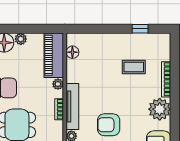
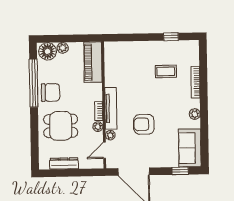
floor lamp: (72, 52) -> (110, 59), removed
plant: (58, 84) -> (98, 127), moved
plant: (160, 109) -> (195, 114), width x0.53, depth x0.53

